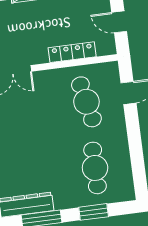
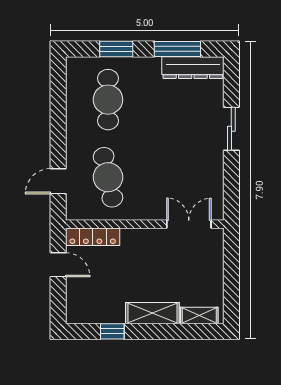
locker: (72, 52) -> (93, 237), moved

